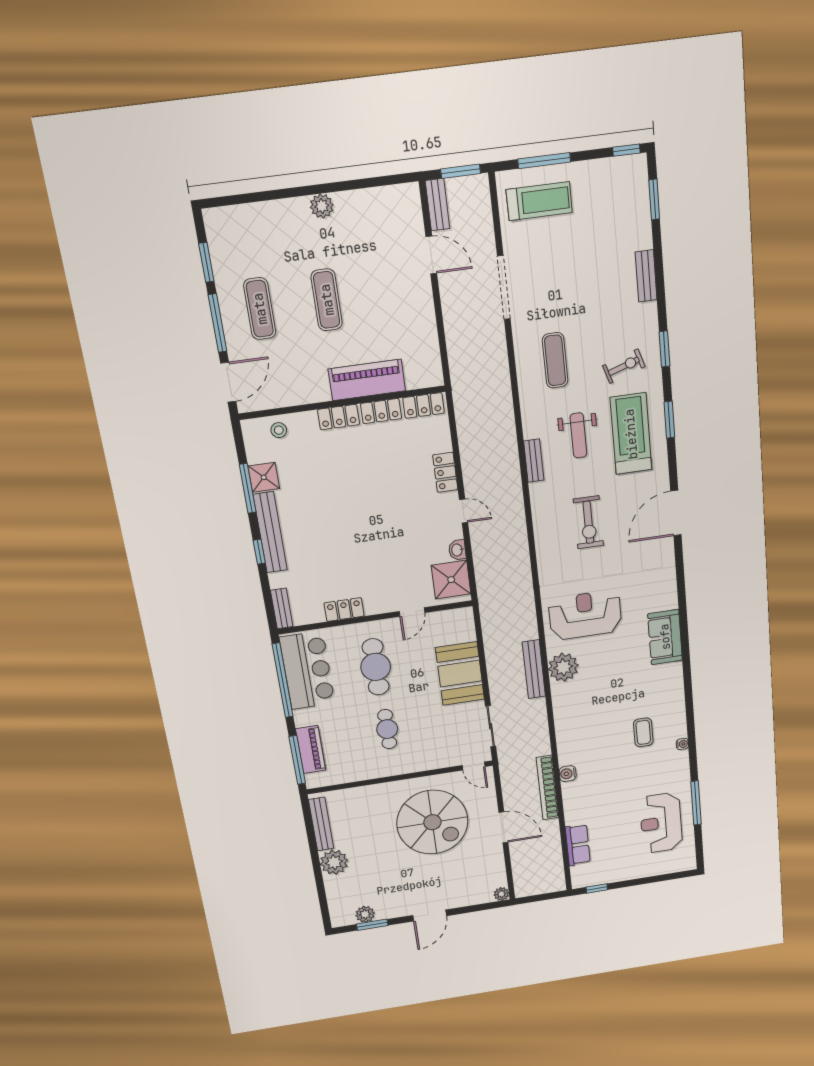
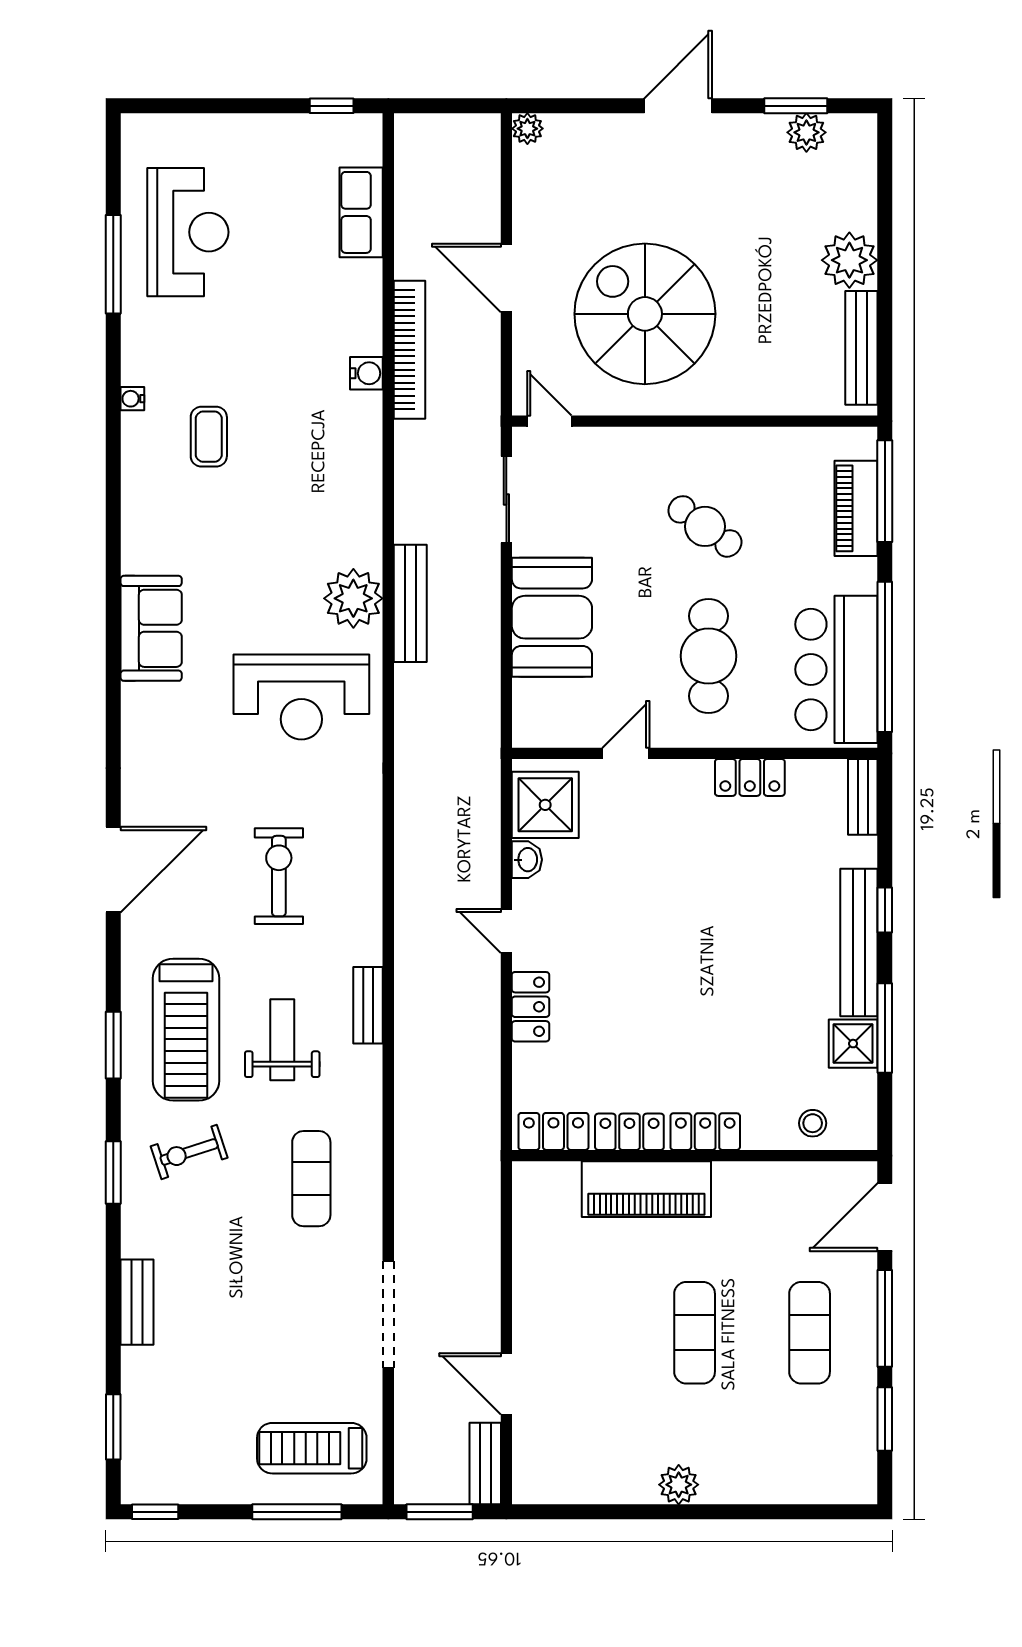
cafe table: (387, 729) -> (705, 526), turned -54

